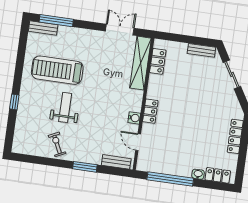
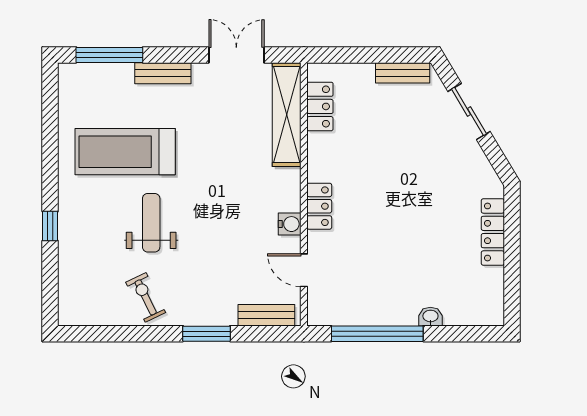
bench: (43, 28) -> (163, 73), moved
locker: (218, 175) -> (469, 313), removed

